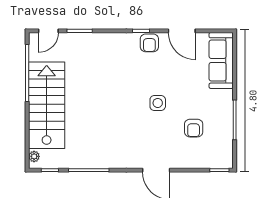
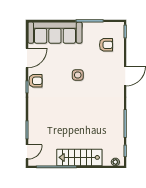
door: (48, 31) -> (27, 152), hinge flipped
sofa: (221, 60) -> (55, 33), width x1.36, depth x1.27
stairs: (47, 105) -> (79, 157), width x0.73, depth x0.66
armchair: (194, 128) -> (106, 45), moved

